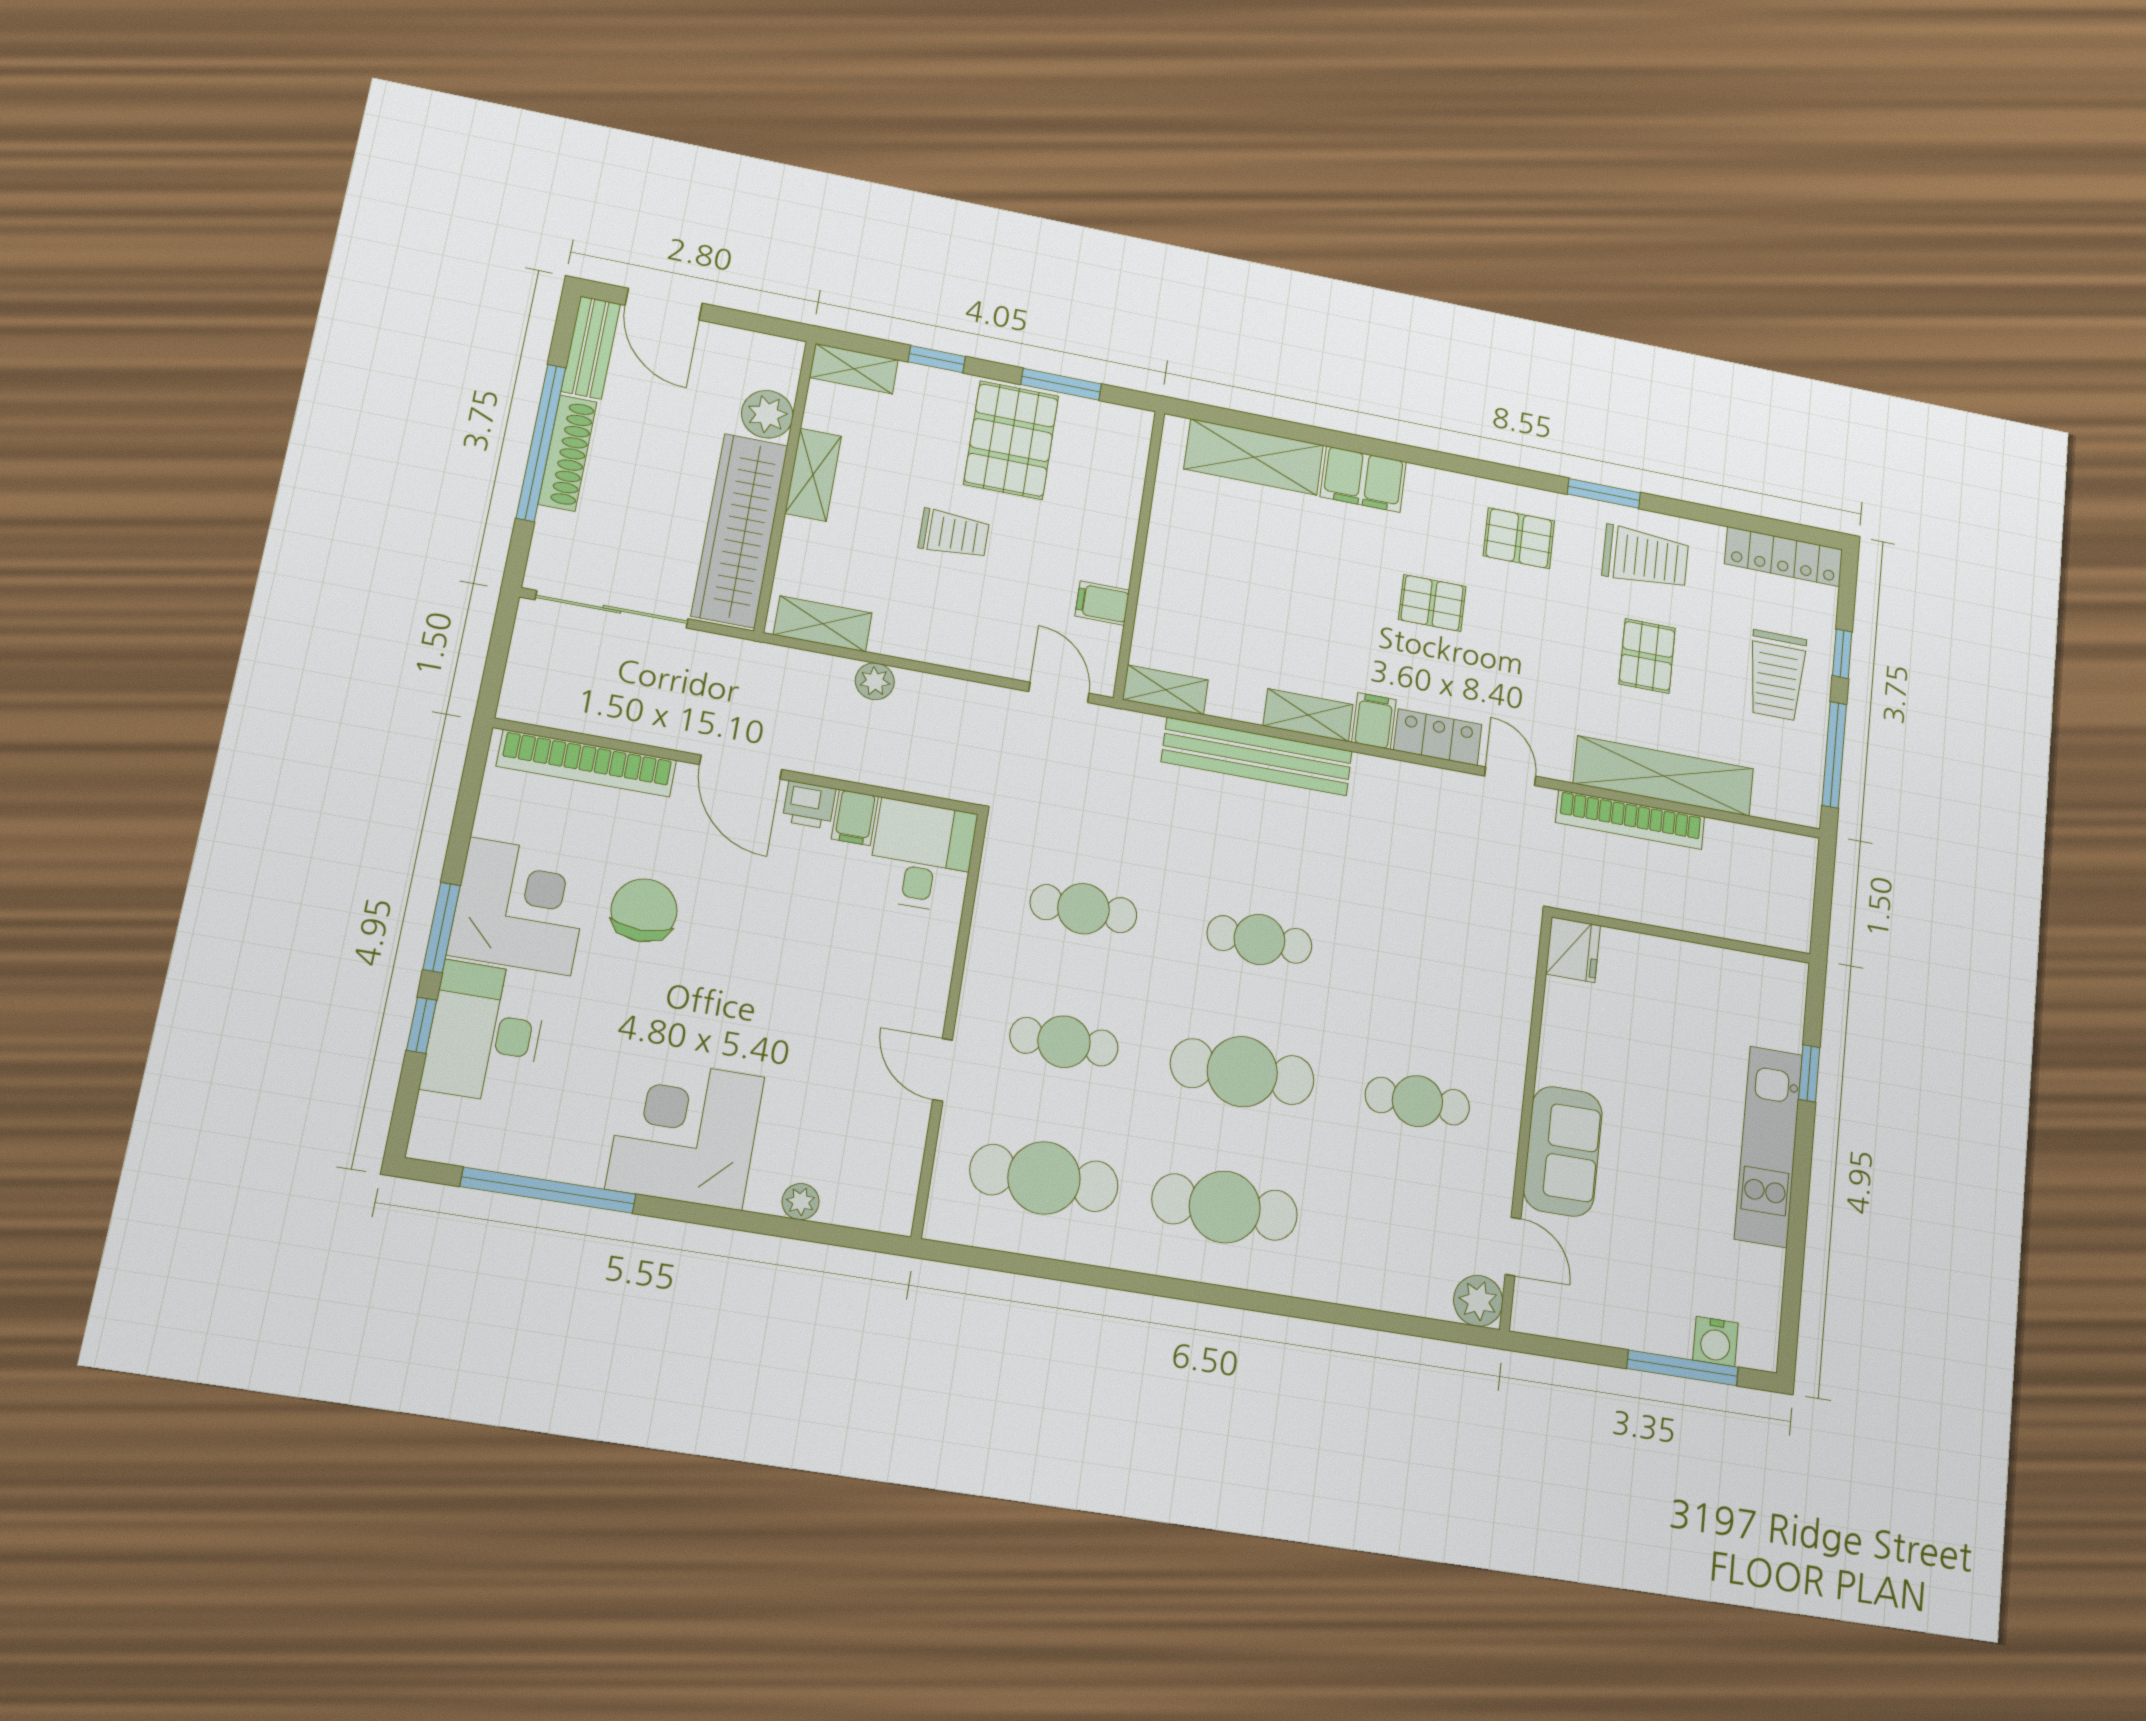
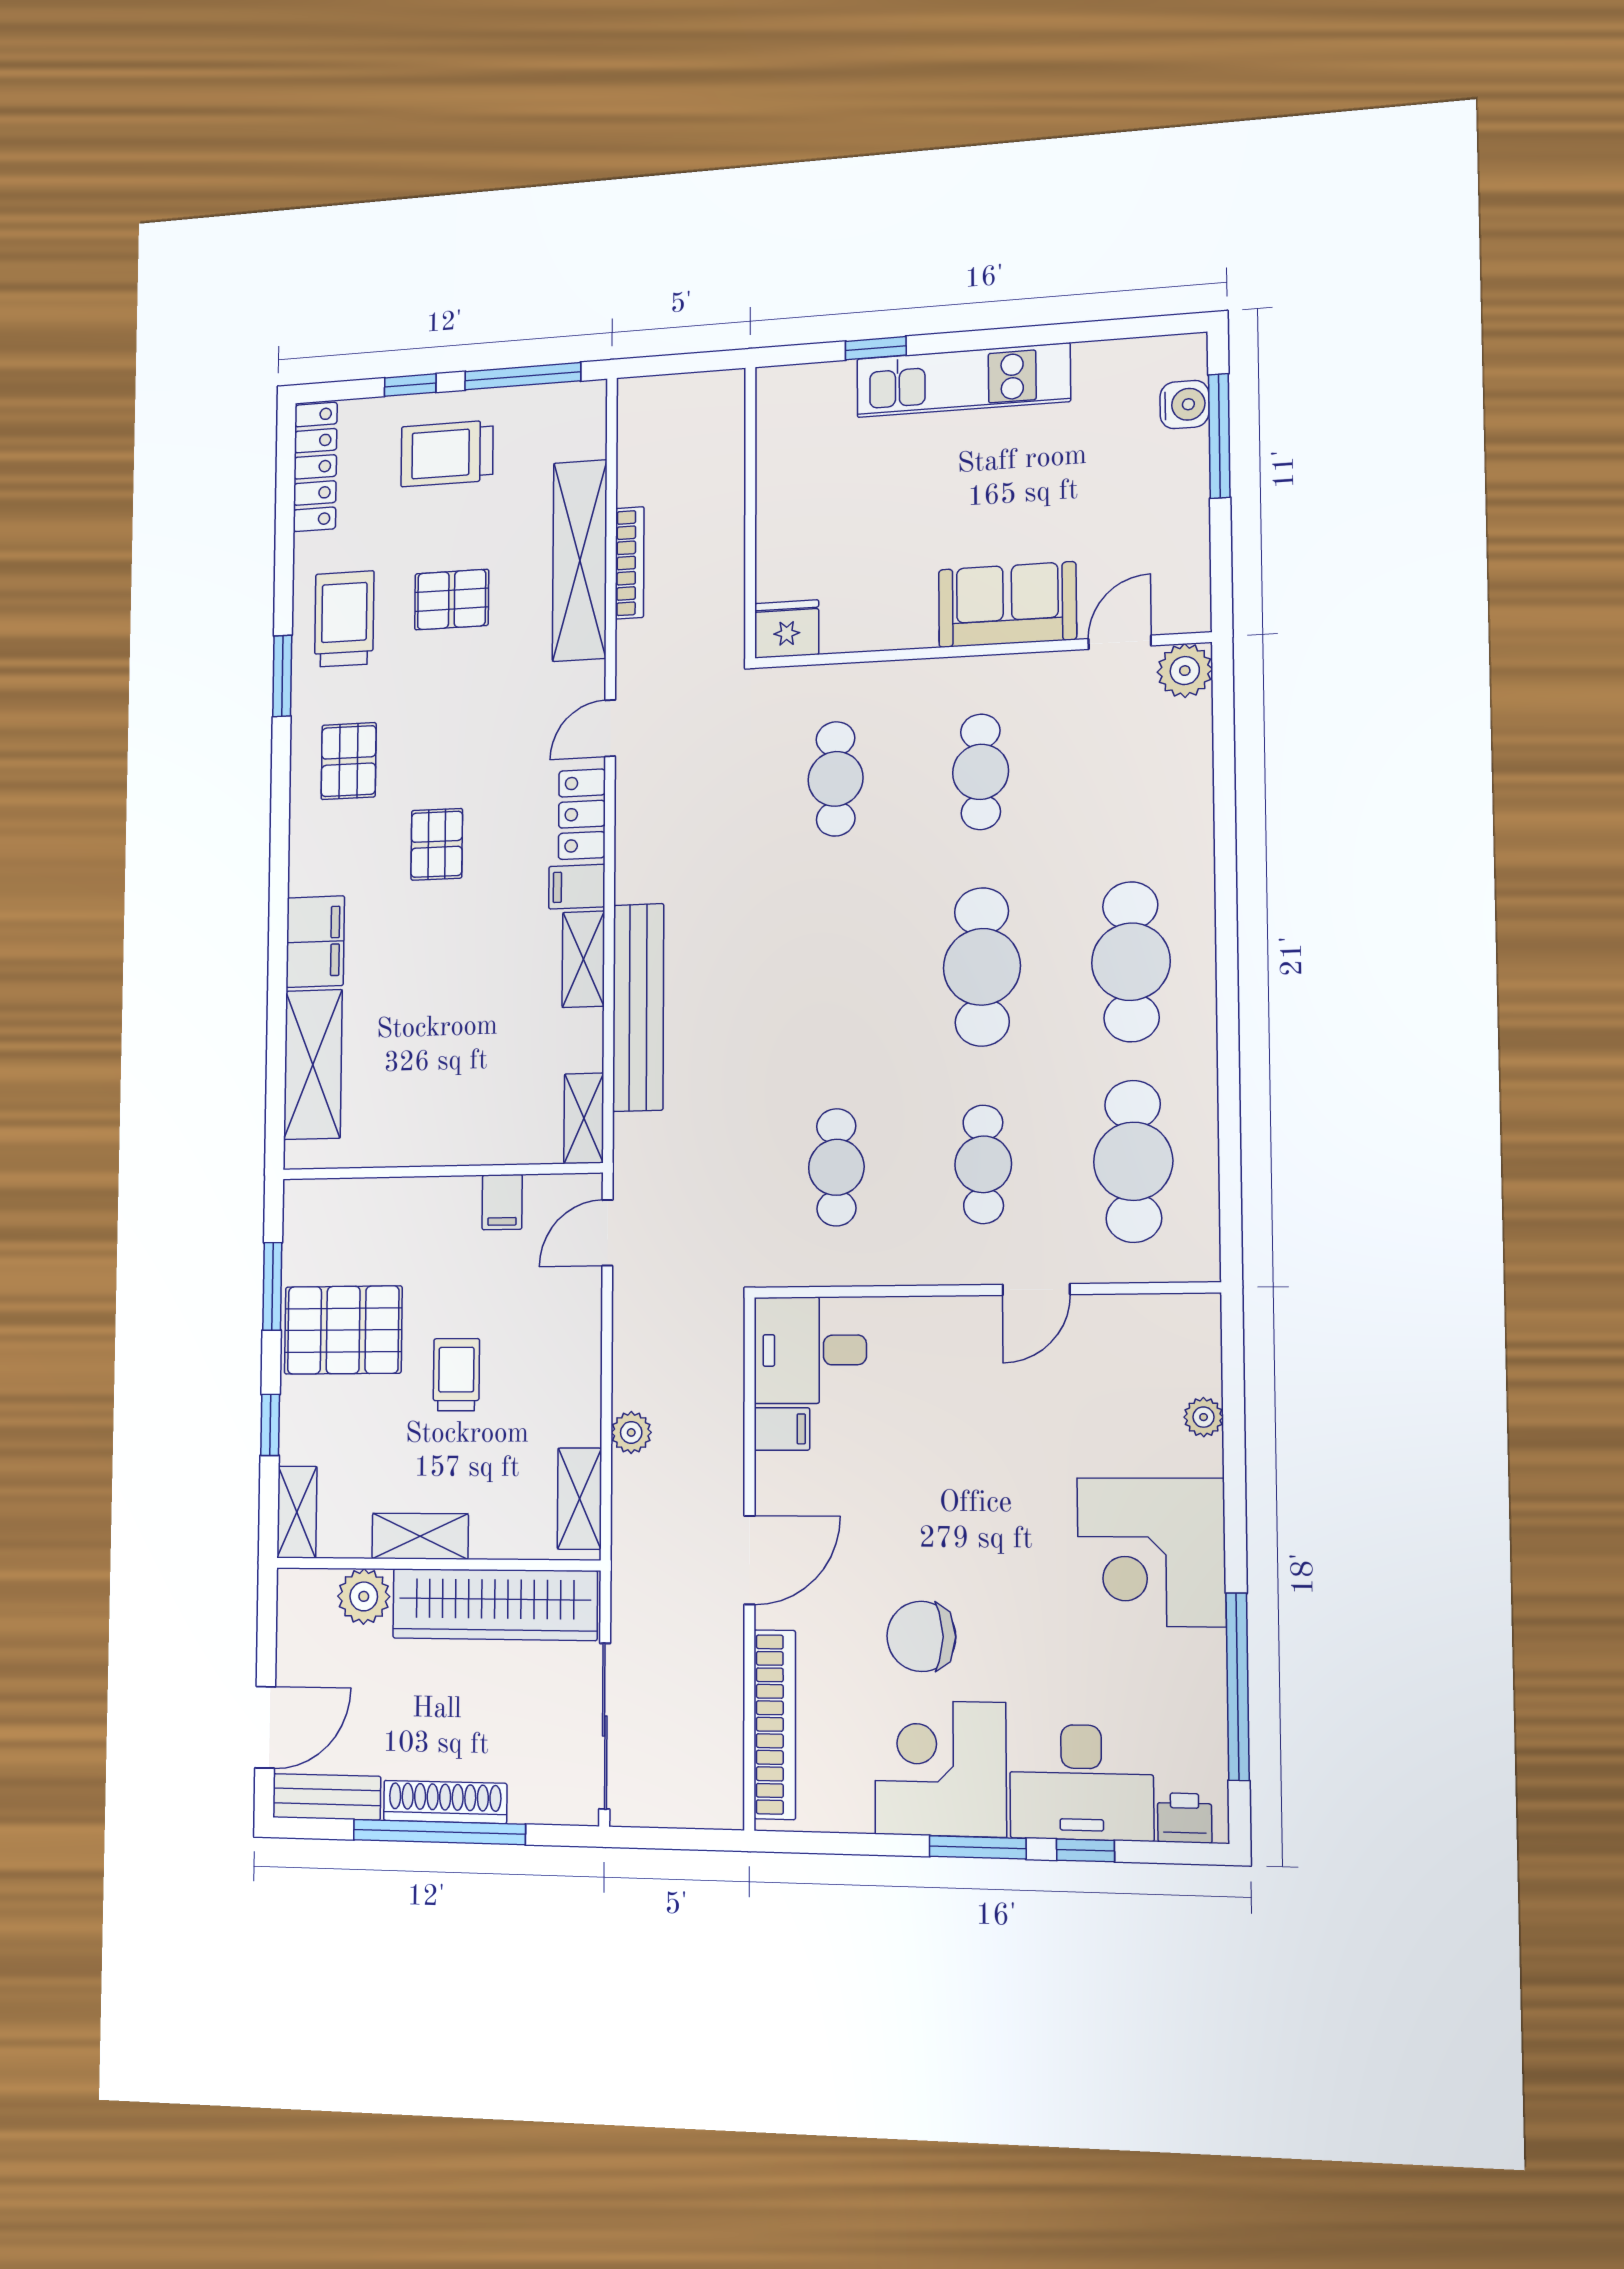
trolley: (1777, 675) -> (447, 453), turned 180
printer: (809, 805) -> (1185, 1818), moved, turned -90
bookcase: (1630, 820) -> (630, 563), width x0.68, depth x0.76
cafe table: (1259, 939) -> (836, 779), moved

